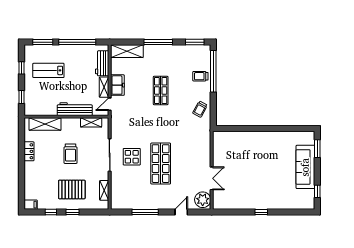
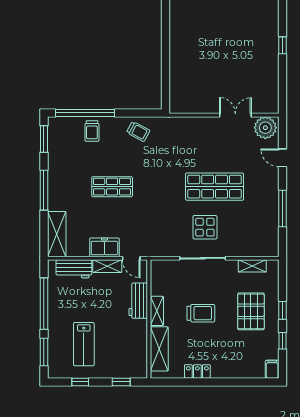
workbench: (75, 109) -> (138, 301), width x0.73
shelving: (91, 122) -> (157, 311), moved

